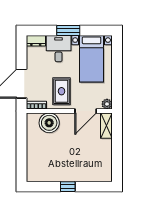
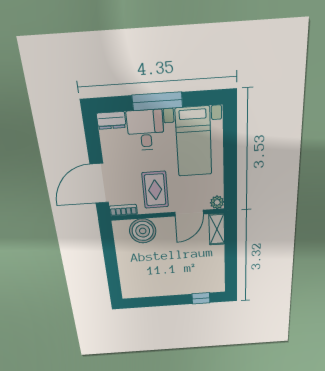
window: (68, 31) -> (157, 101), width x1.44
window: (68, 187) -> (201, 298), moved

